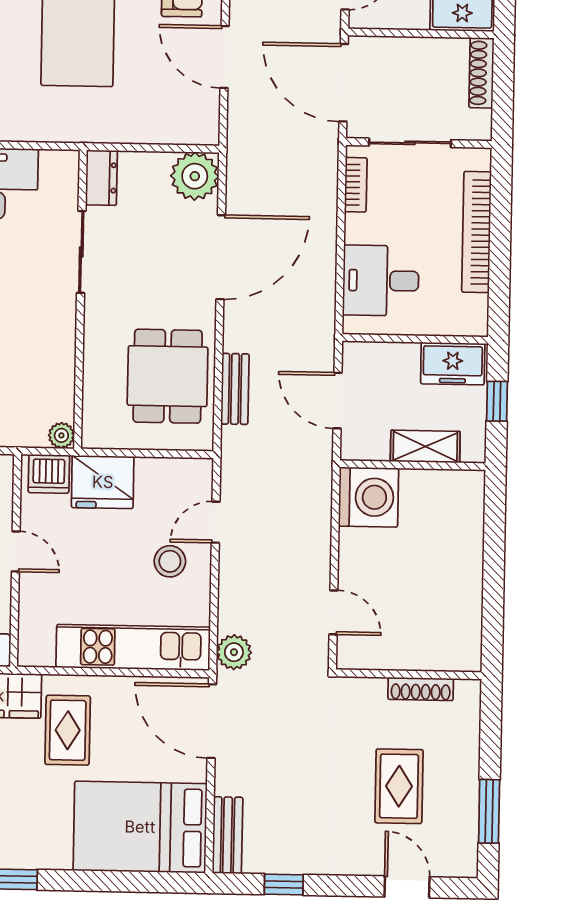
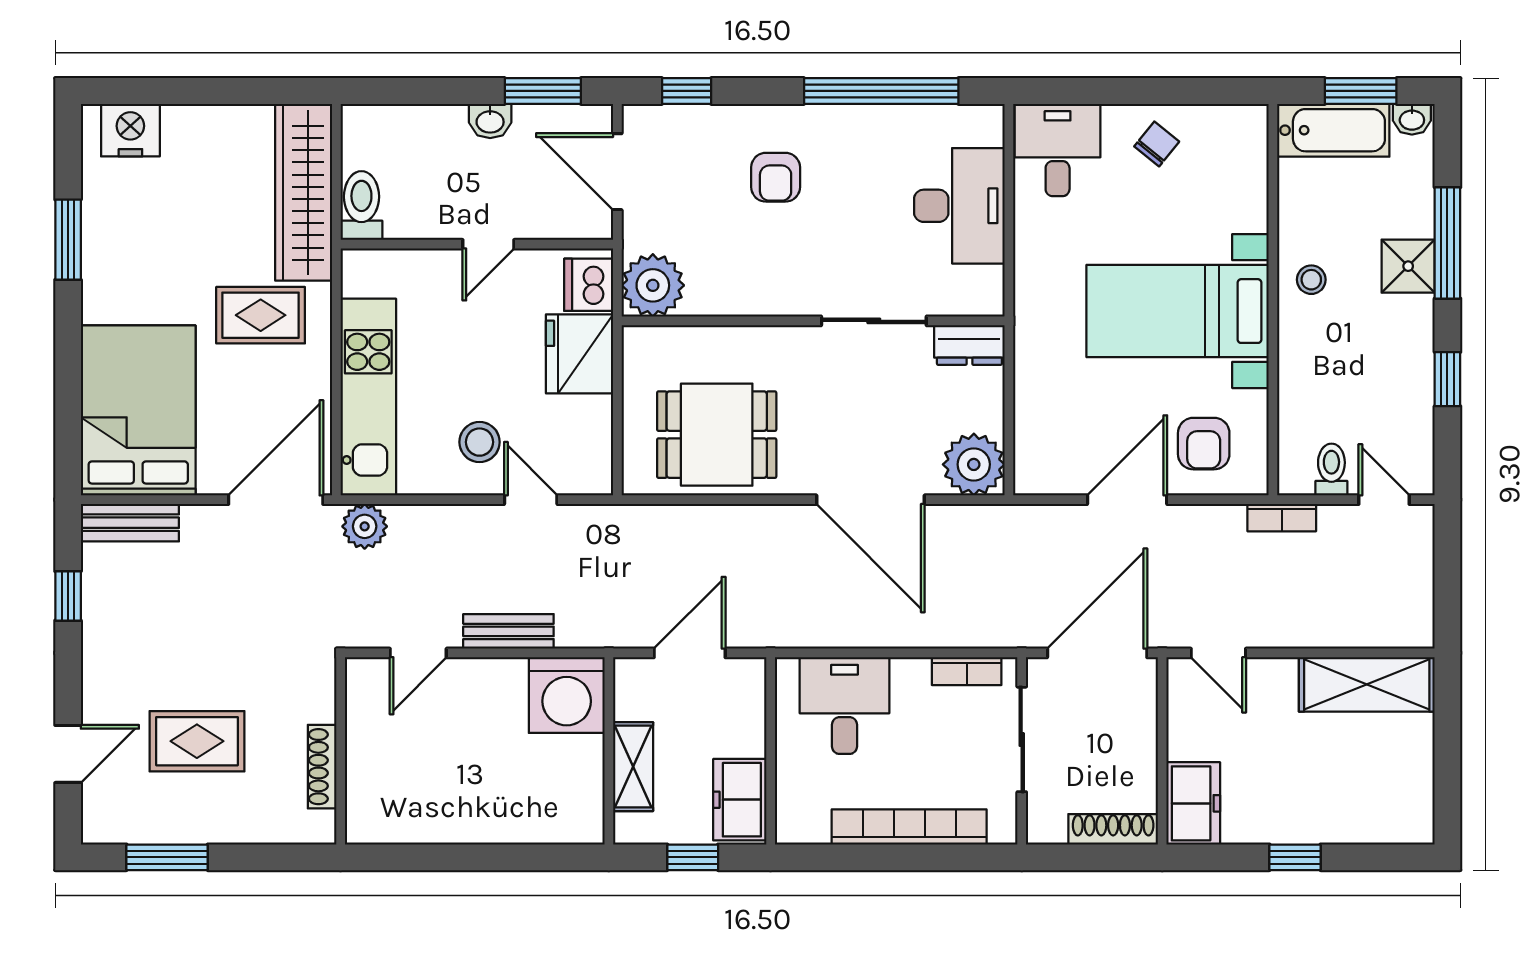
bench: (235, 389) -> (508, 631), moved
plant: (61, 435) -> (653, 285), width x1.88, depth x1.88

